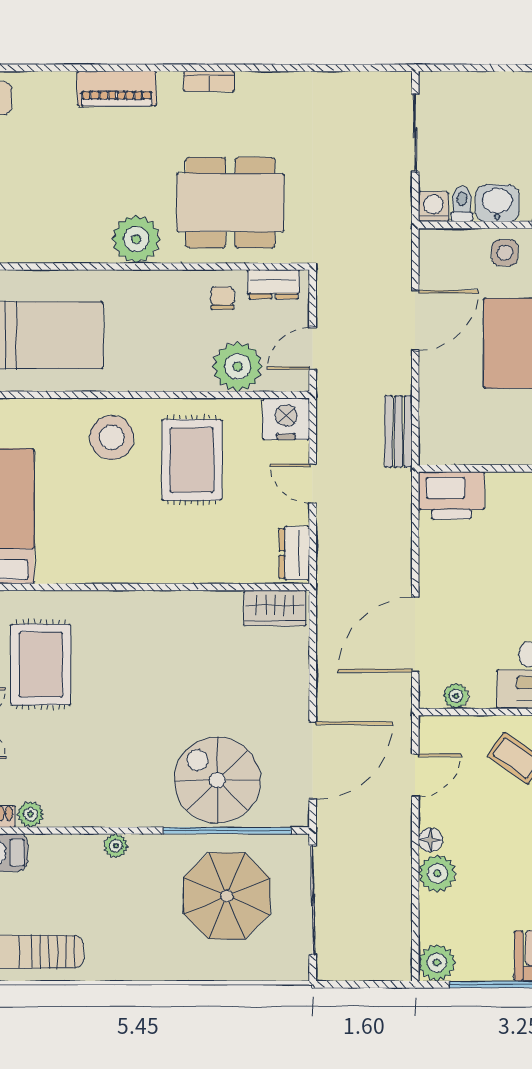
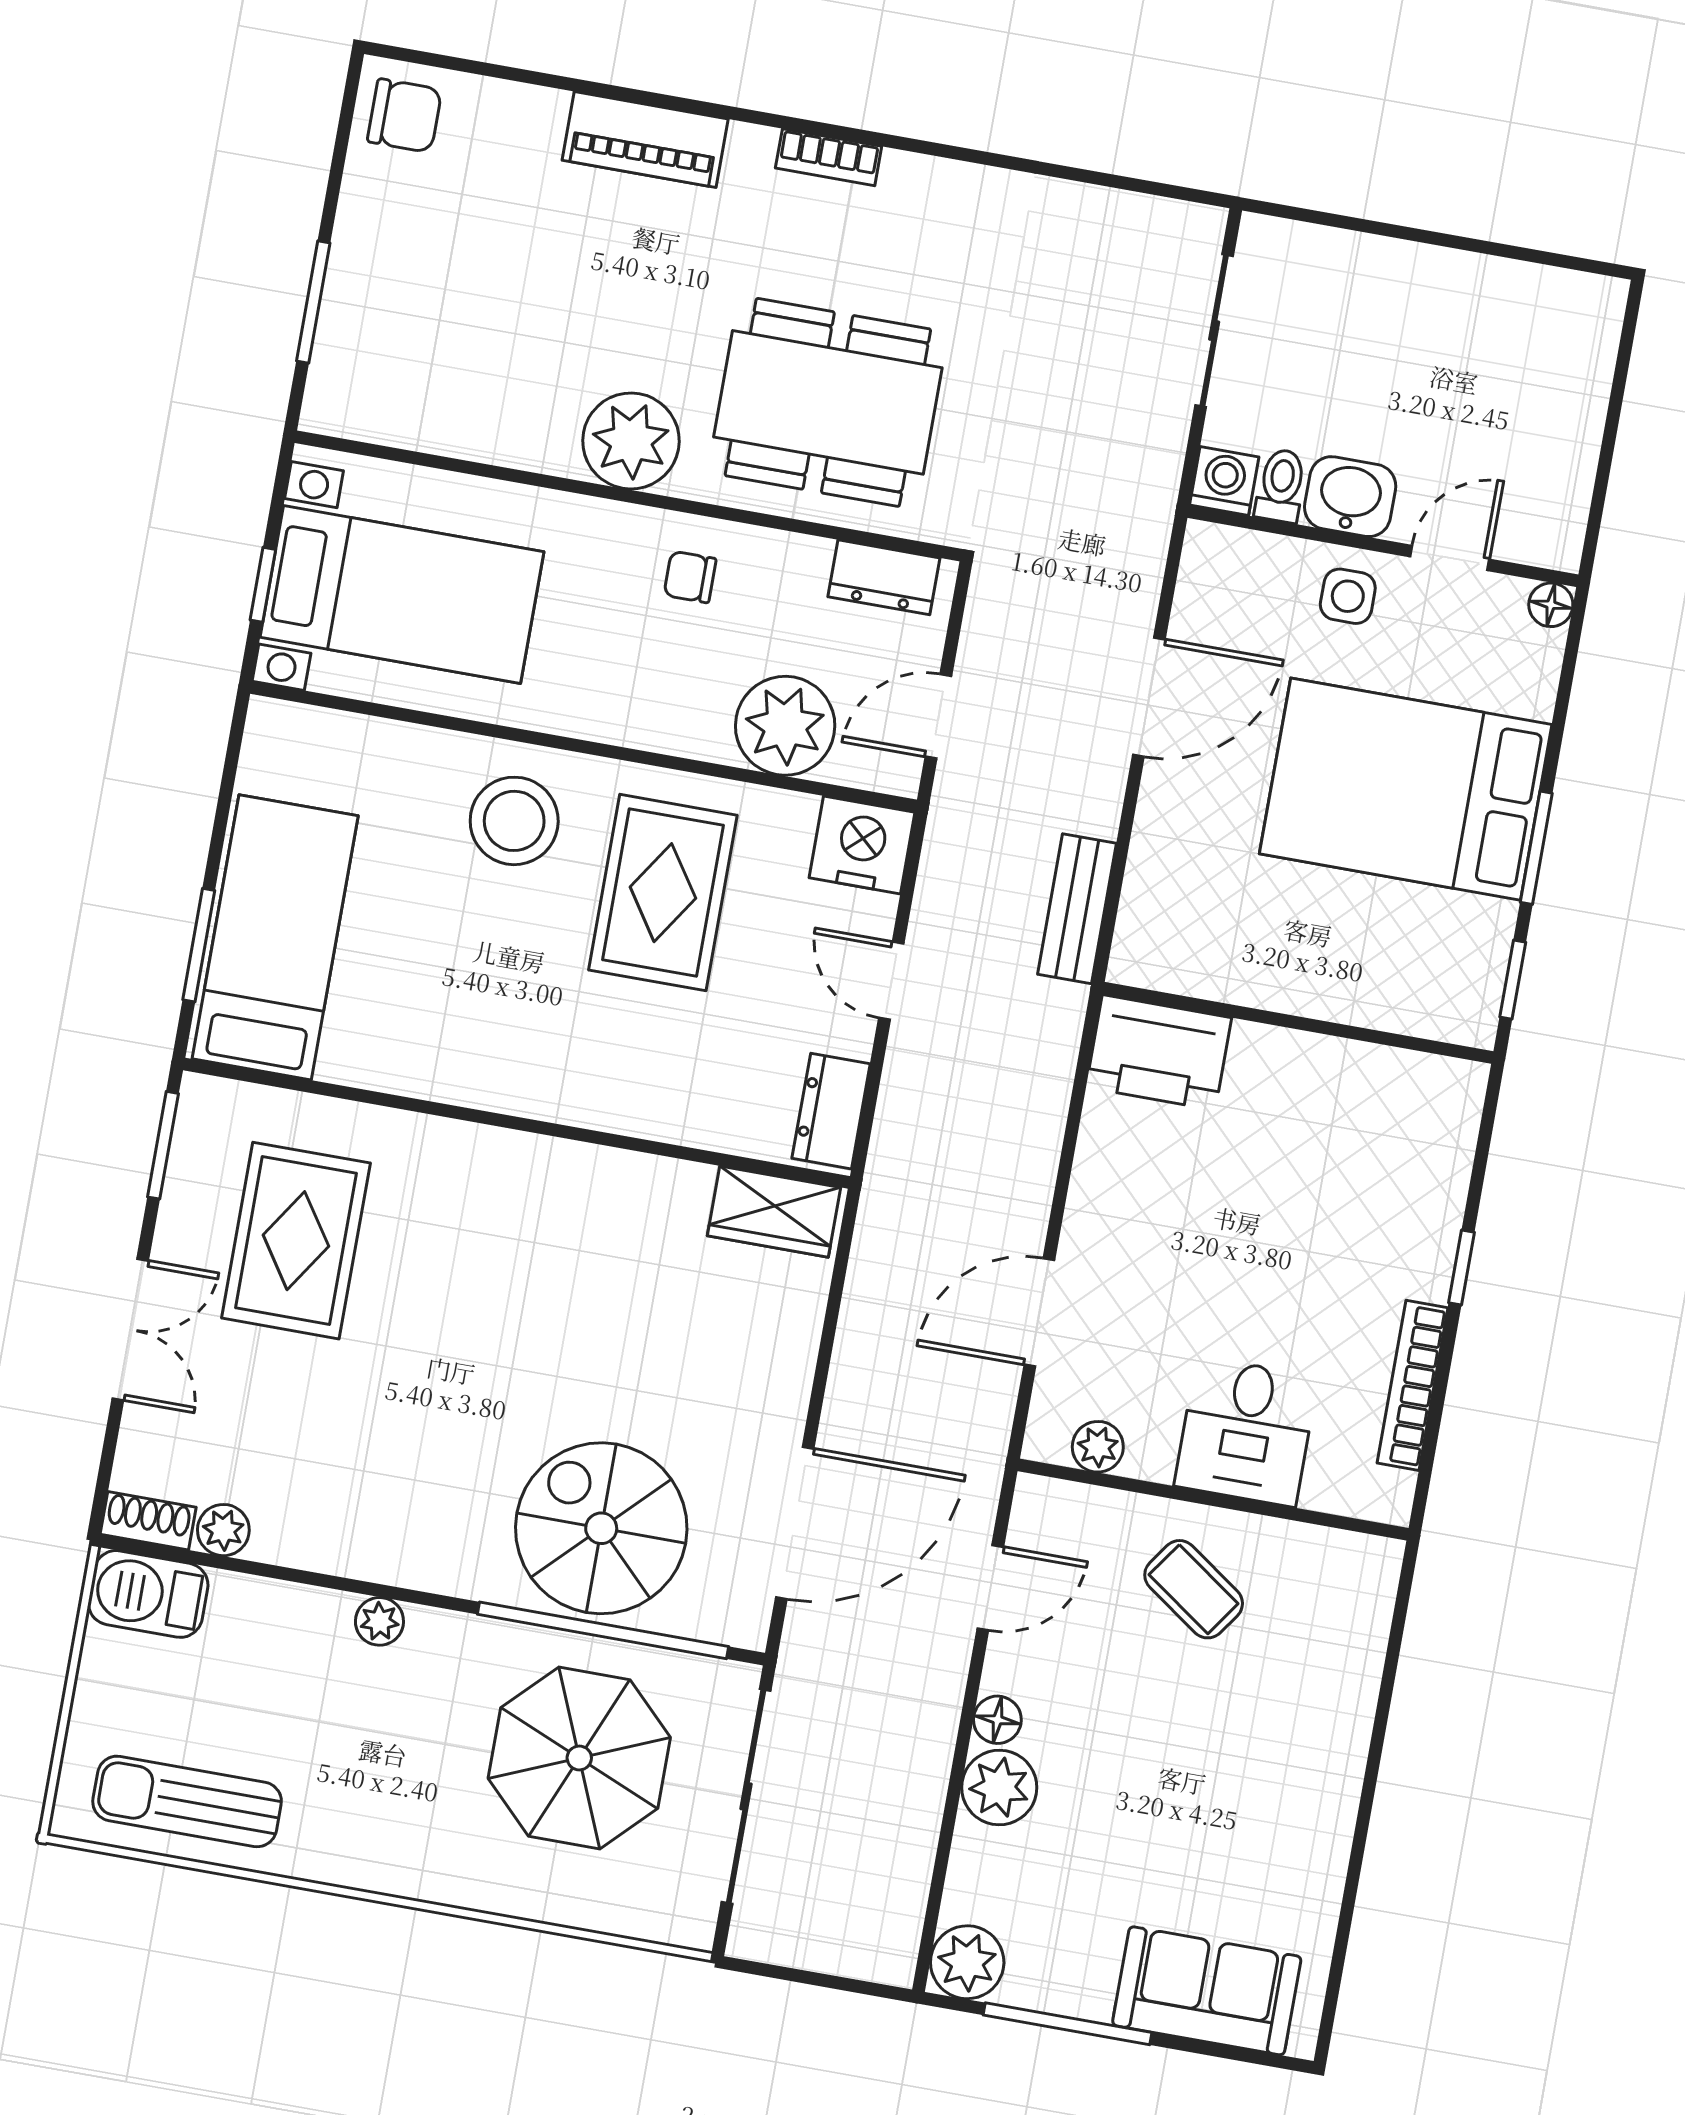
chair: (222, 298) -> (690, 577), moved, turned -90
door: (415, 635) -> (1039, 1312), width x0.73

